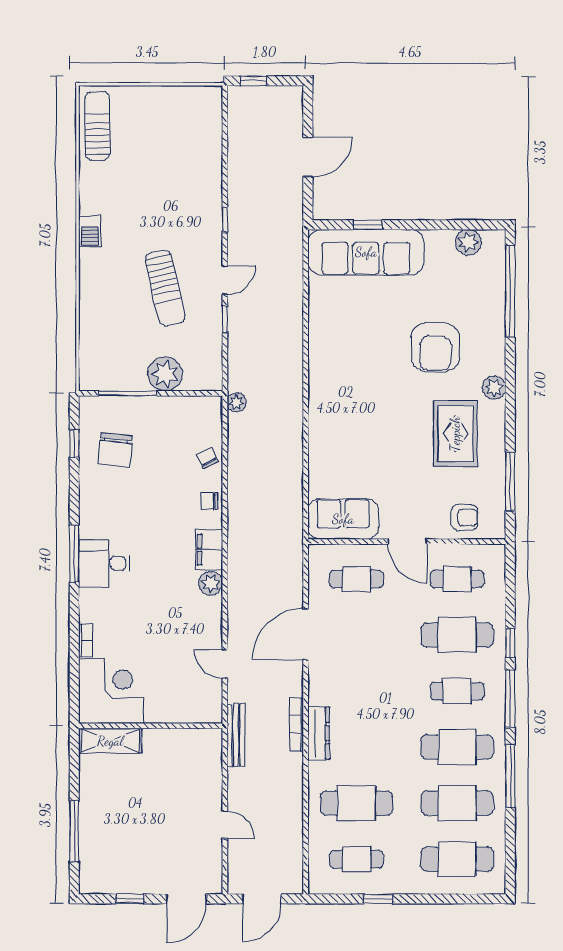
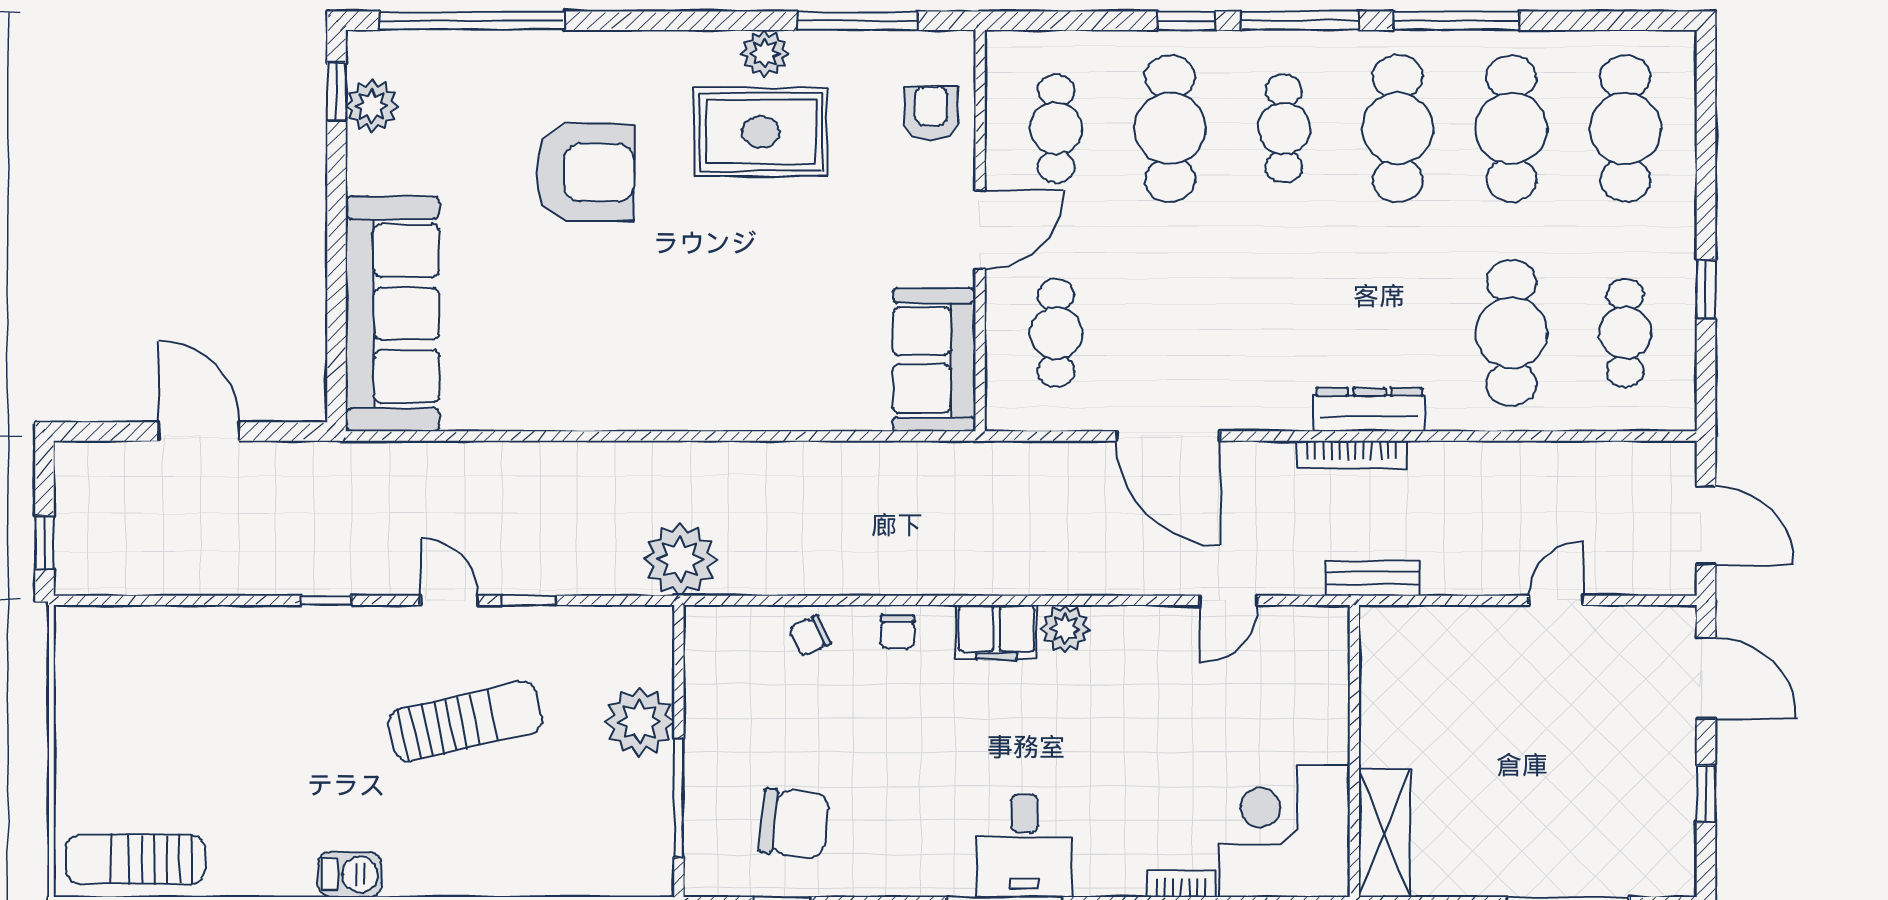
window: (368, 225) -> (337, 92), moved
plant: (494, 388) -> (765, 54), moved
plant: (237, 402) -> (680, 559), width x1.87, depth x1.87
bench: (236, 735) -> (1373, 578), width x0.73

